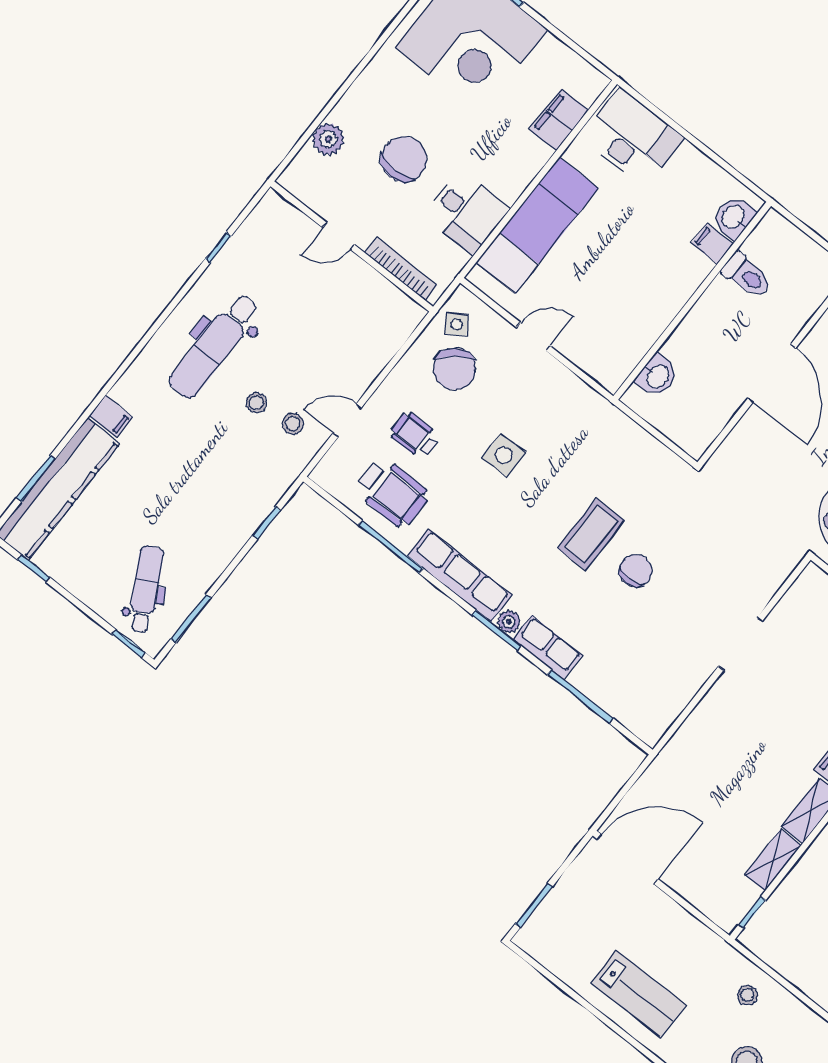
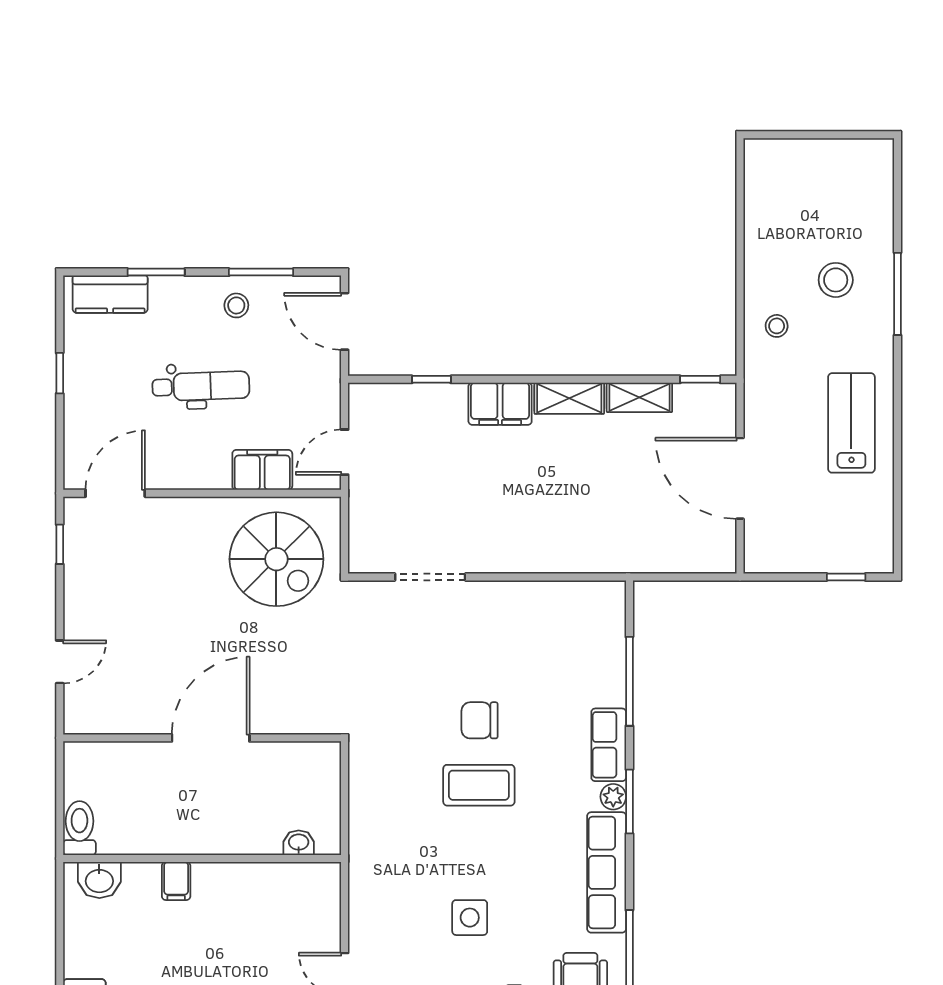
filing cabinet: (712, 244) -> (176, 881), moved
toilet: (747, 275) -> (79, 828), moved
washbasin: (657, 376) -> (299, 843), width x0.72, depth x0.69
doorway: (741, 644) -> (430, 577), moved
door: (628, 859) -> (740, 478), moved
window: (534, 905) -> (846, 577), width x0.67

